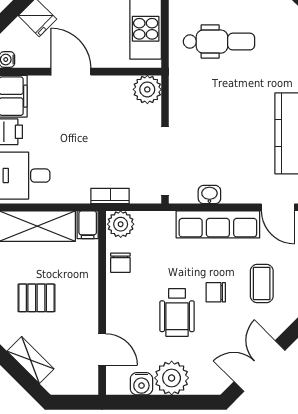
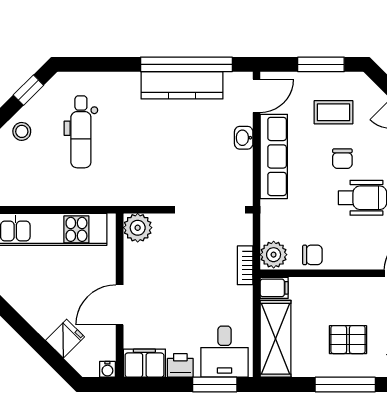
dental chair: (219, 42) -> (81, 132), moved, turned 180
washbasin: (209, 195) -> (244, 138), moved
pallet: (36, 298) -> (348, 340), turned 90

